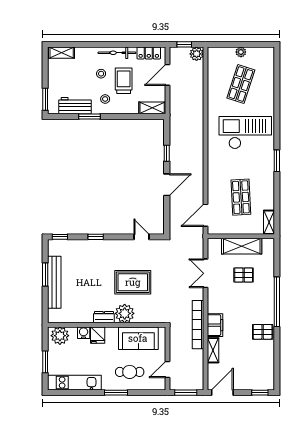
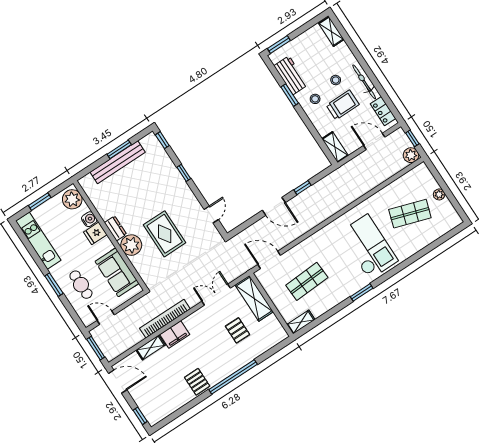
shelving: (242, 246) -> (254, 298), moved

